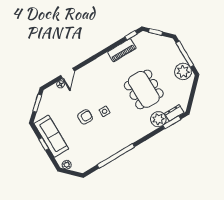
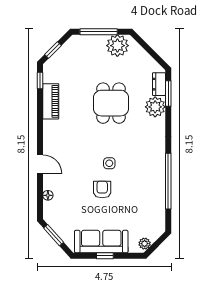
door: (68, 73) -> (40, 164), moved
dining table: (144, 89) -> (111, 103), width x0.73

